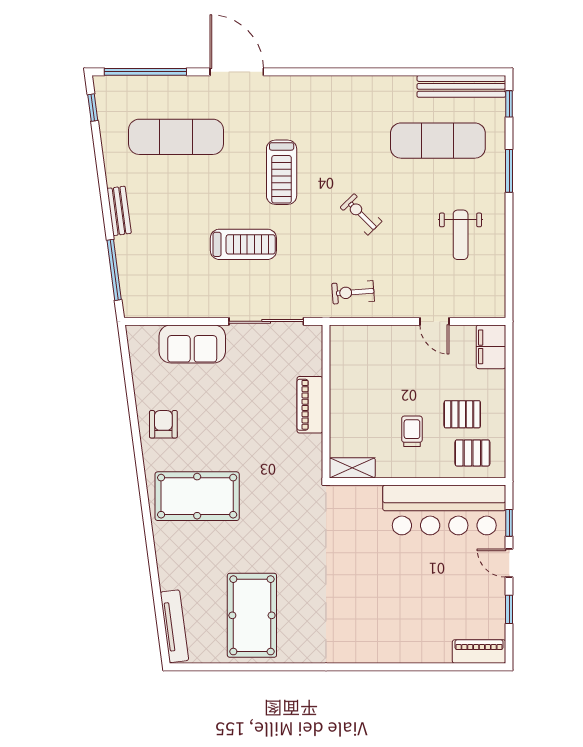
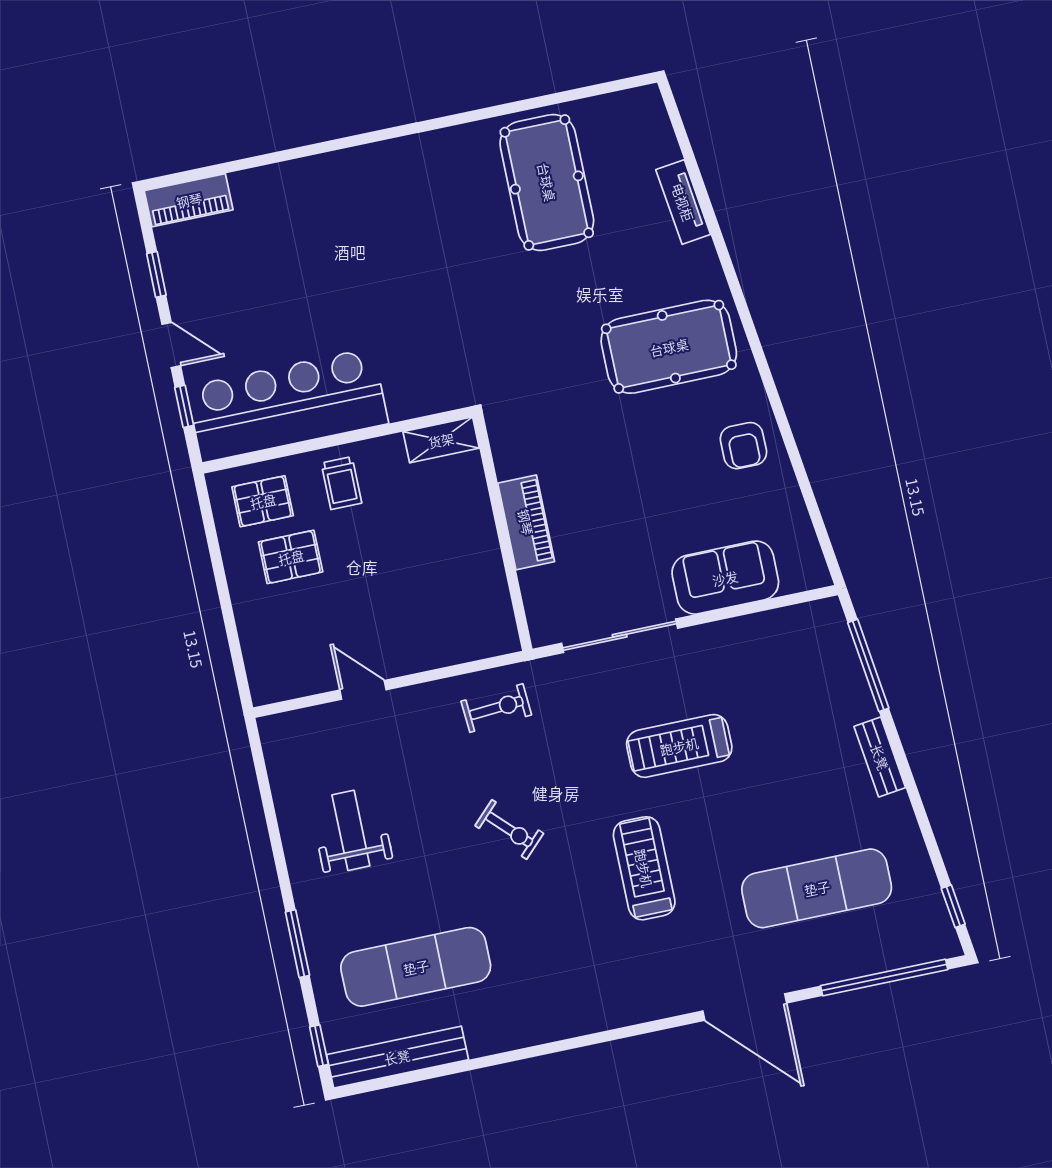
filing cabinet: (491, 347) -> (268, 669), removed
trolley: (412, 431) -> (341, 483), moved
tv unit: (174, 626) -> (683, 202), moved, width x0.71

